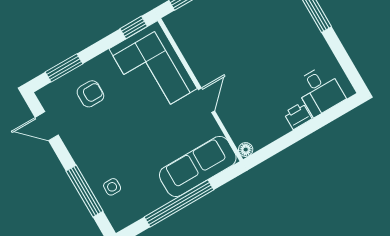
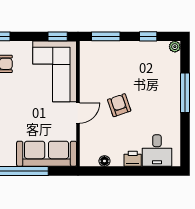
armchair: (248, 65) -> (119, 105), added
floor lamp: (246, 150) -> (104, 161), moved

